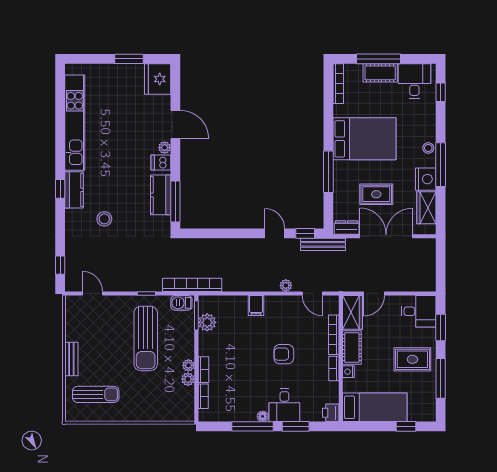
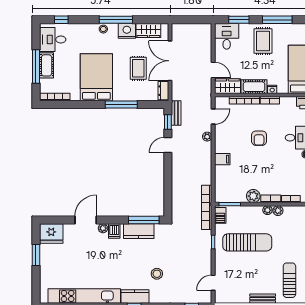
bench: (323, 244) -> (176, 113), width x0.73
plant: (207, 322) -> (253, 196), moved

